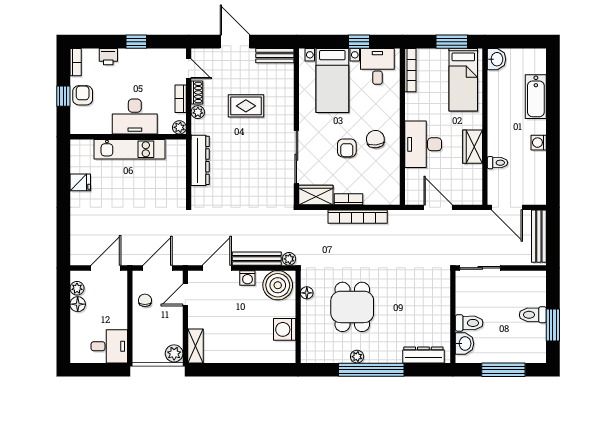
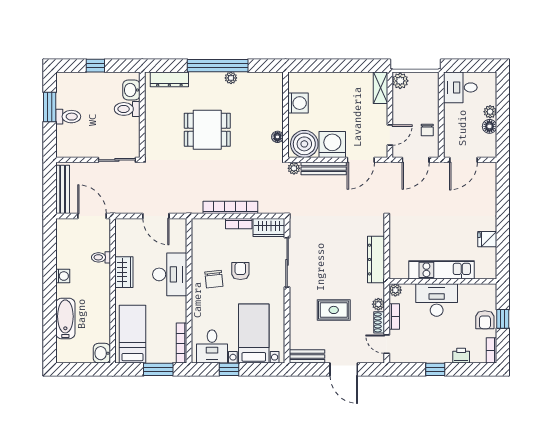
window: (452, 42) -> (158, 369), moved
washing machine: (247, 278) -> (332, 144), width x1.89, depth x1.89
plant: (77, 288) -> (490, 112), moved
dining table: (352, 307) -> (207, 130), moved, turned 90
window: (503, 370) -> (95, 66), width x0.46

